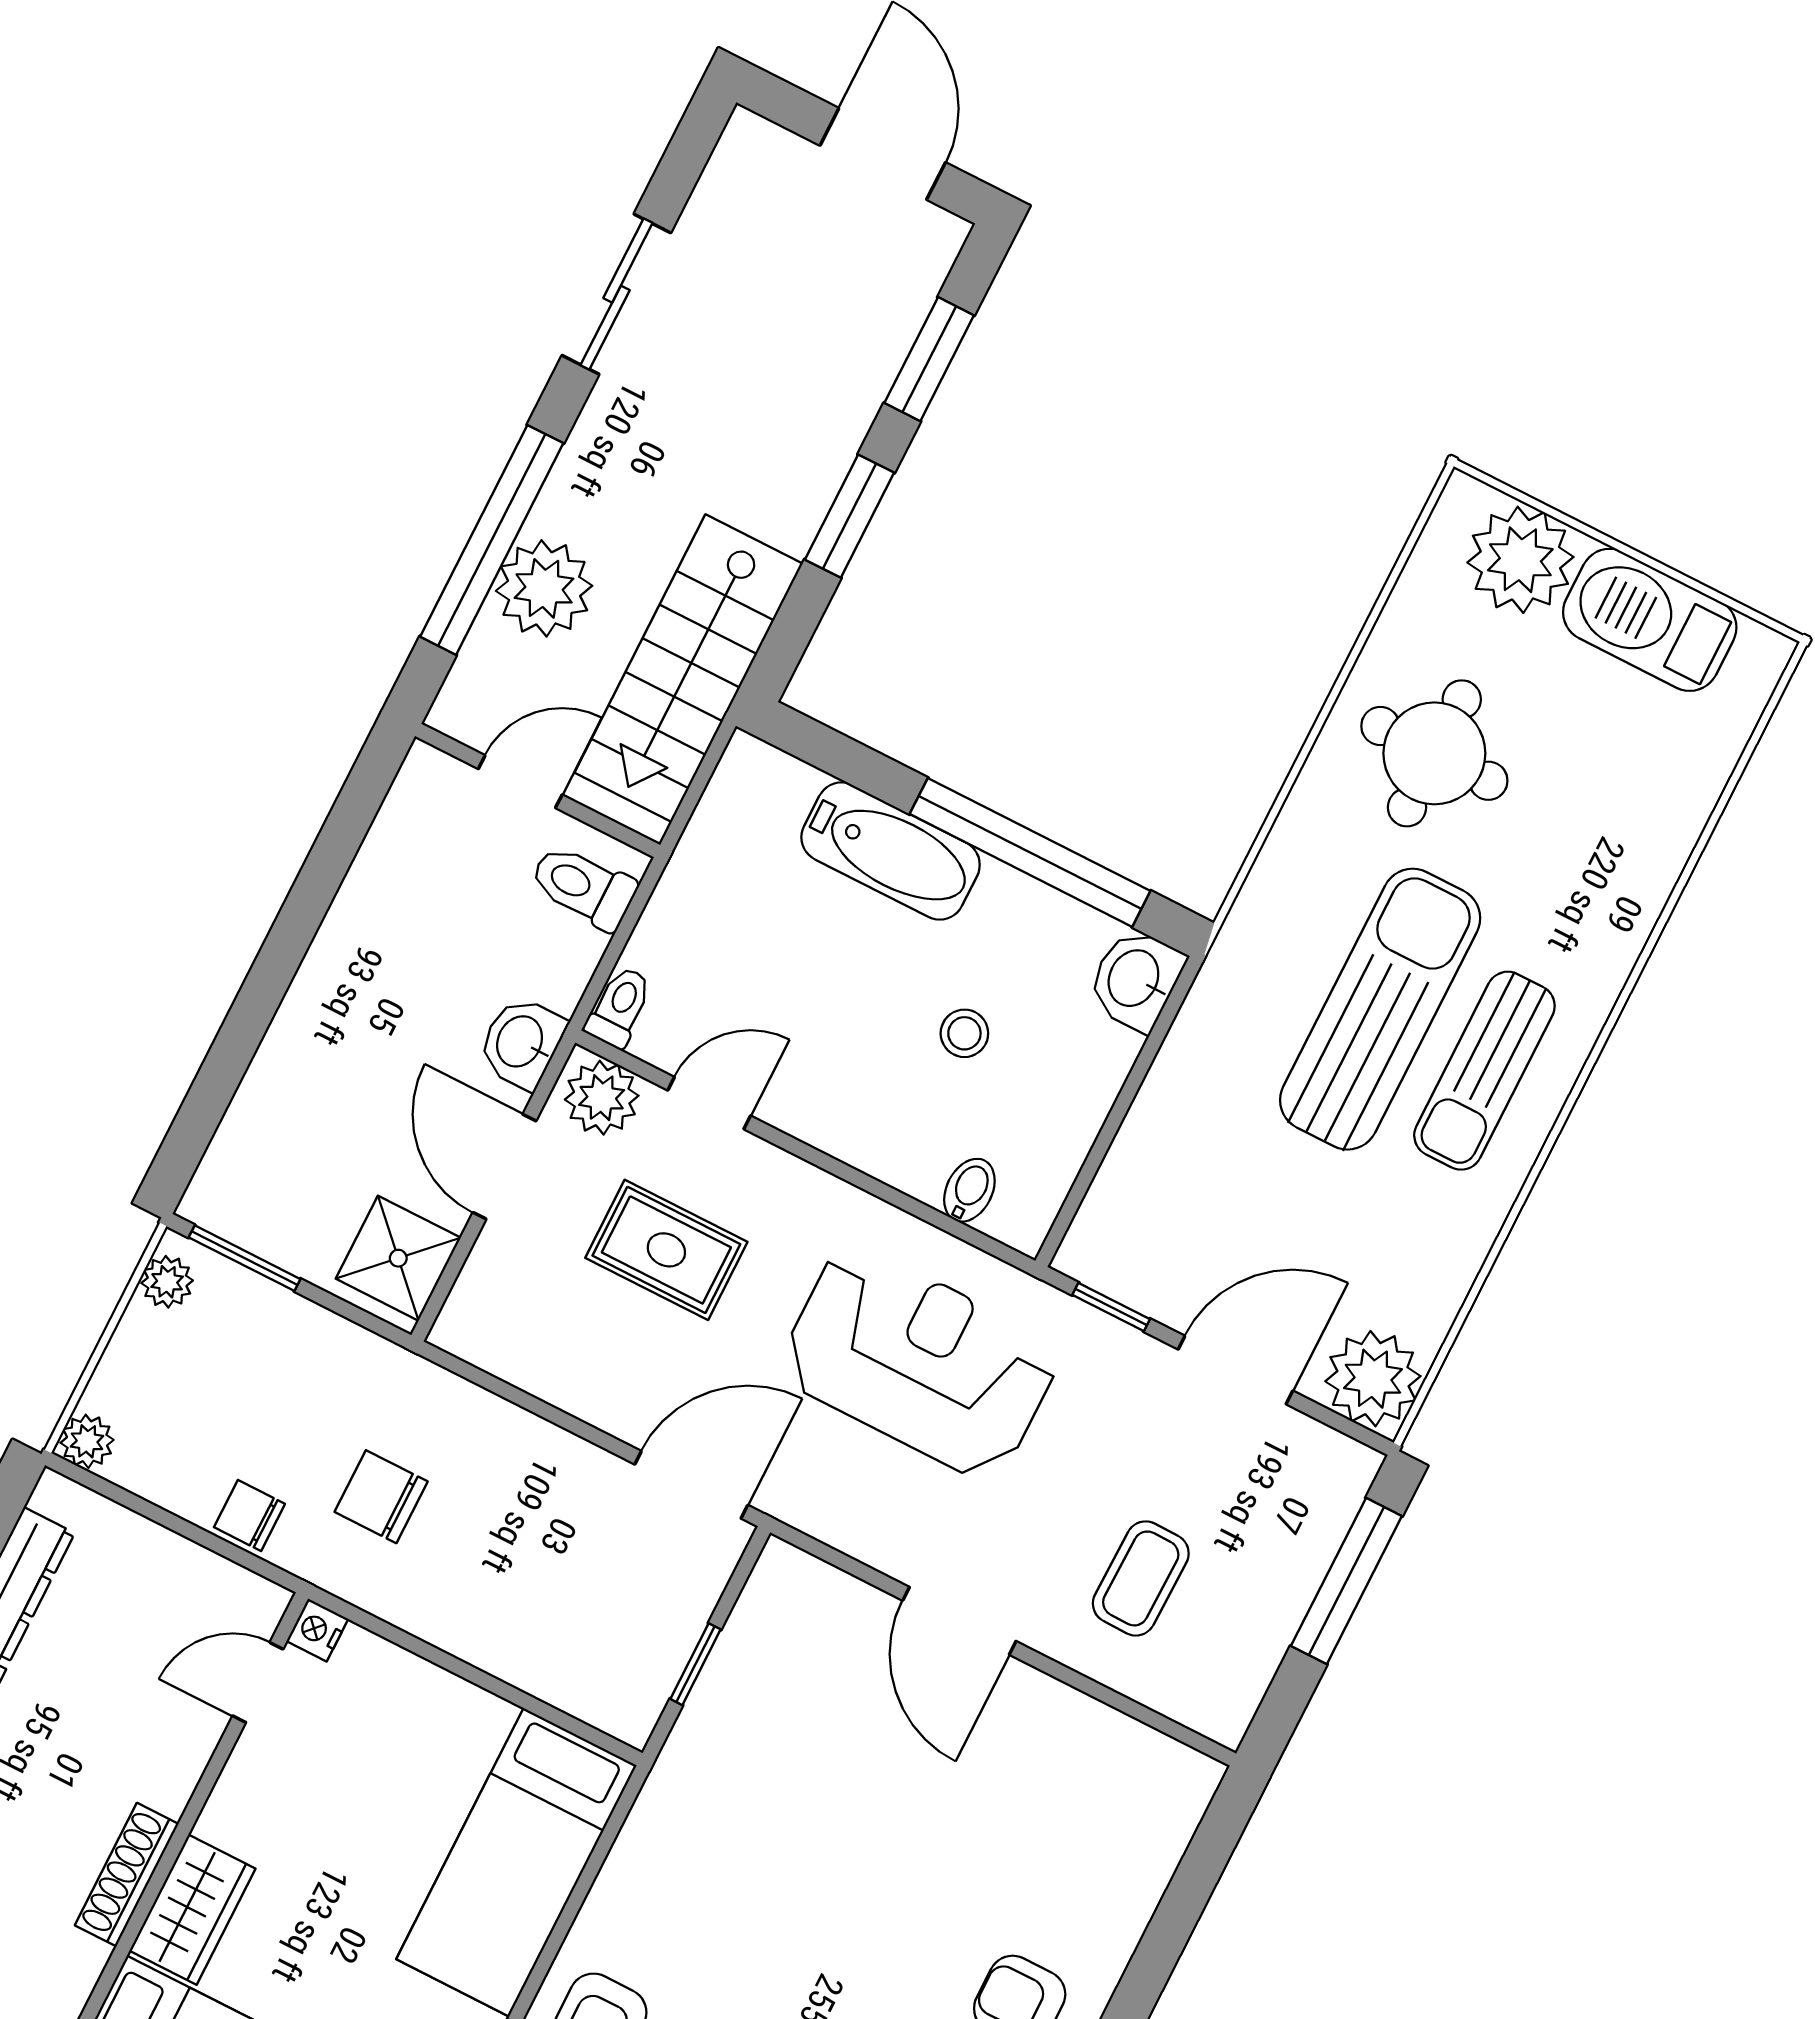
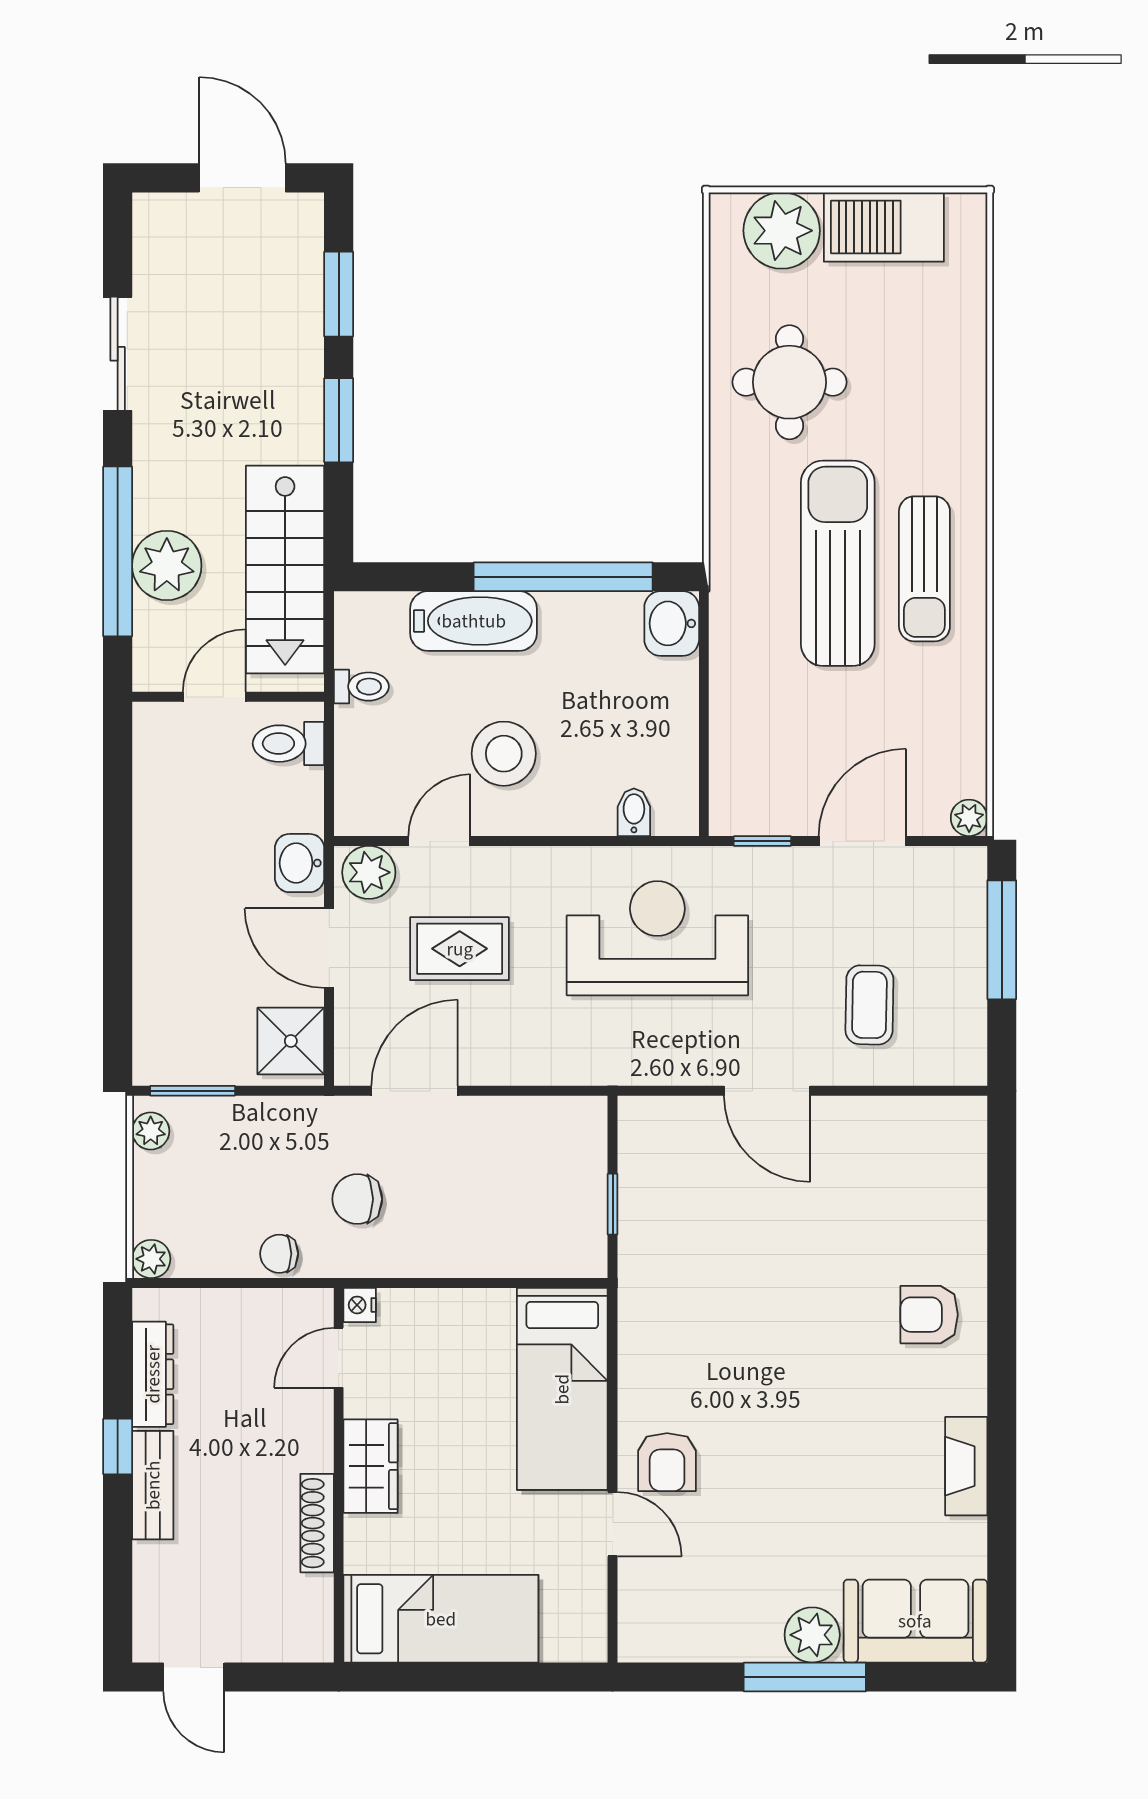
toilet: (619, 1007) -> (361, 687), moved, turned 90
stool: (964, 1033) -> (504, 754), moved, width x1.89, depth x1.89
plant: (1373, 1379) -> (969, 818), width x0.53, depth x0.53
door: (691, 1485) -> (415, 1091), moved
wardrobe: (192, 1910) -> (371, 1466), moved

